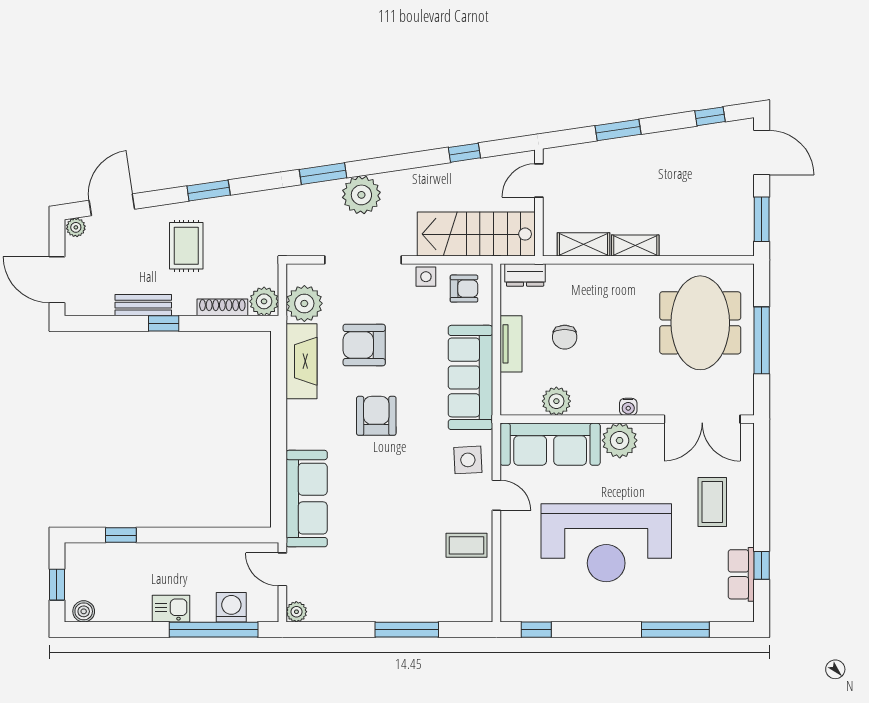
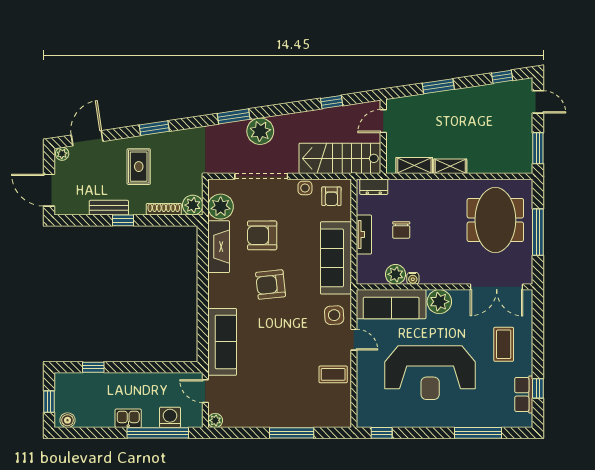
door: (762, 153) -> (538, 102), width x0.73
armchair: (464, 289) -> (331, 196), turned 90
water cooler: (628, 407) -> (413, 278), moved
armchair: (376, 416) -> (271, 284), turned -96

